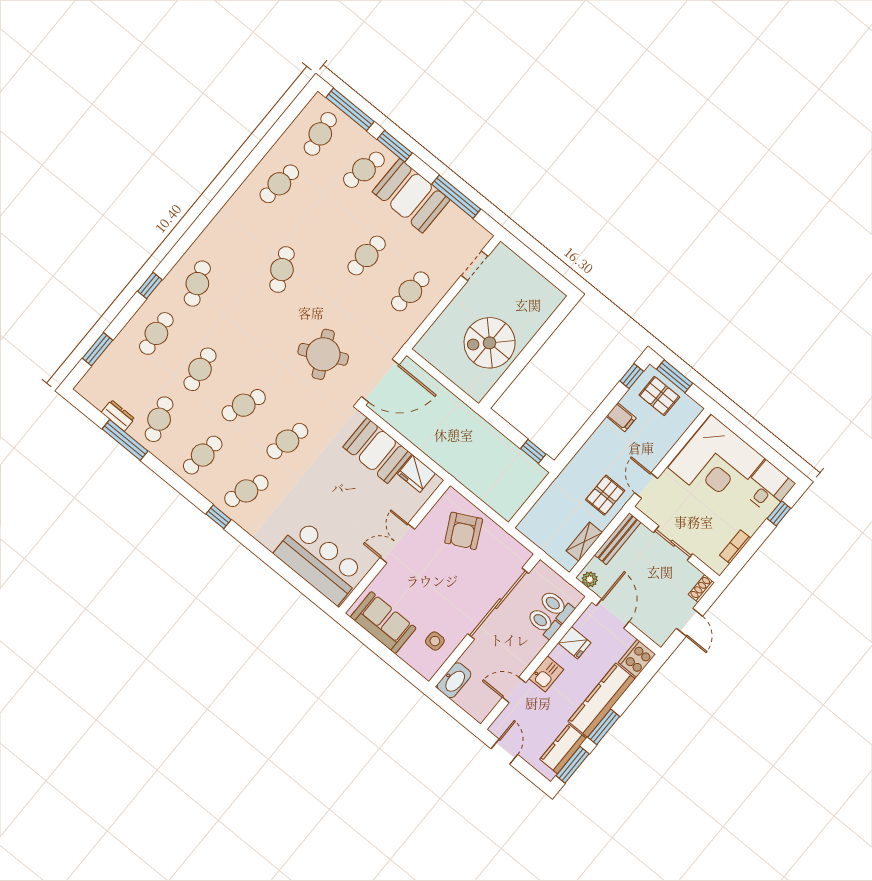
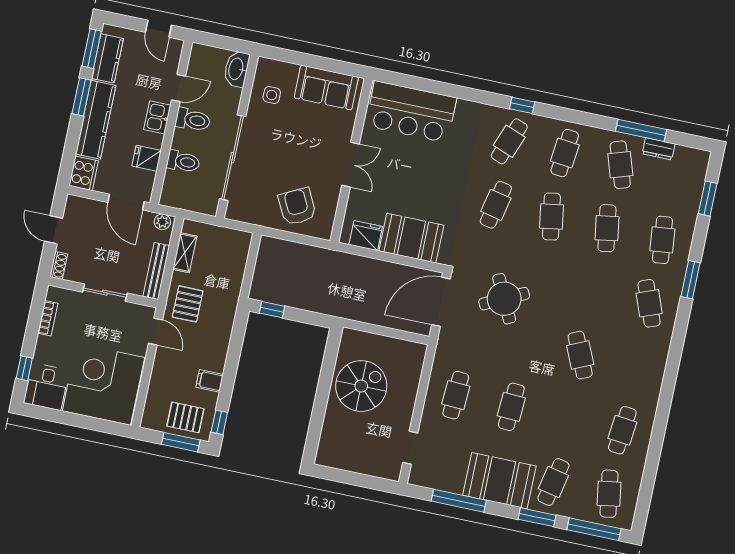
window: (150, 285) -> (691, 280), width x1.50
cafe table: (244, 405) -> (551, 216), turned -30
toilet: (556, 606) -> (193, 120), moved

